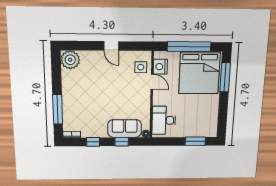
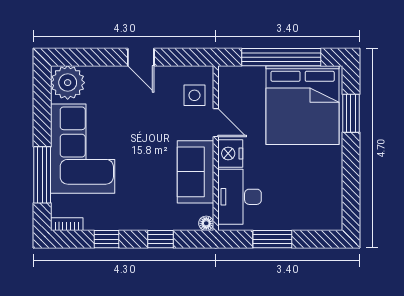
nightstand: (160, 67) -> (230, 153), moved
window: (225, 77) -> (351, 113), width x0.69
corner sofa: (79, 95) -> (83, 149), added
sofa: (125, 128) -> (195, 172), moved, turned -90
window: (195, 141) -> (272, 239), moved

